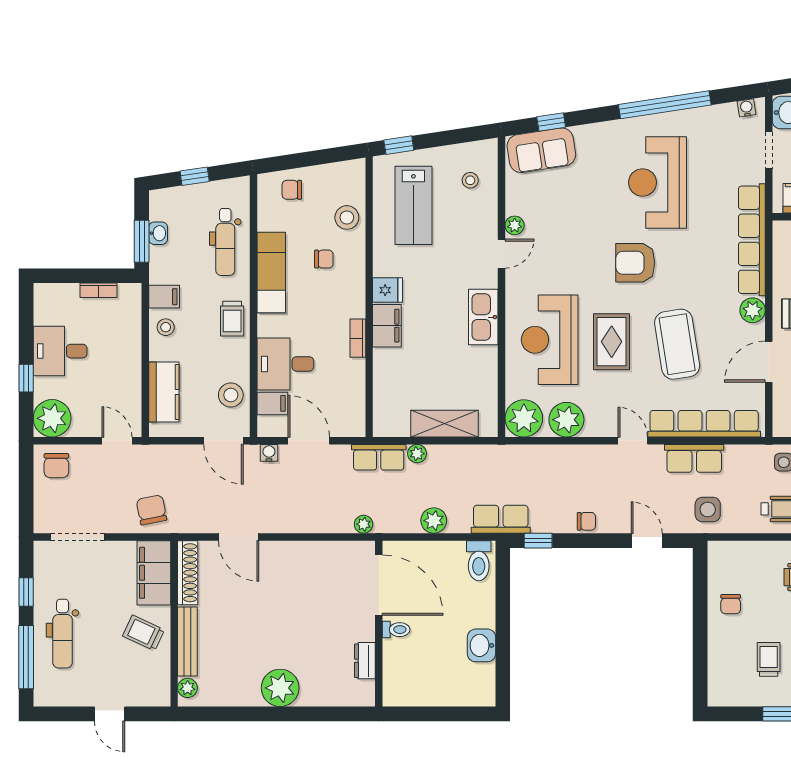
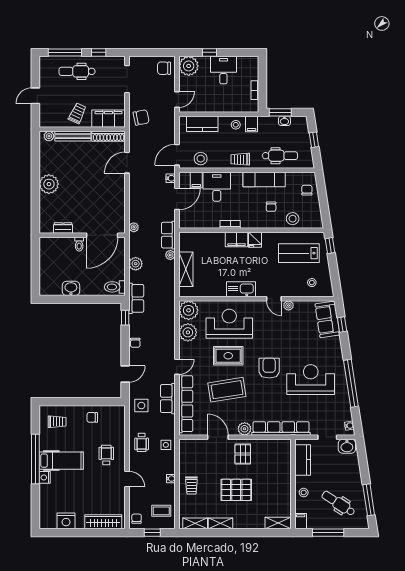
dental chair: (225, 242) -> (280, 156), turned 180
trolley: (769, 659) -> (57, 422), moved

